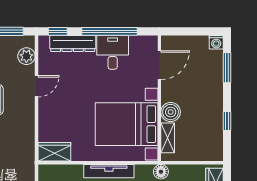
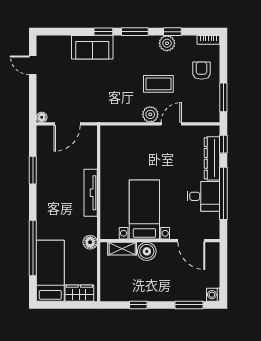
plant: (26, 56) -> (150, 114), moved
door: (36, 86) -> (171, 124), swing flipped
bed with nightstands: (127, 124) -> (144, 210), width x0.73
wardrobe: (54, 152) -> (109, 141), removed

